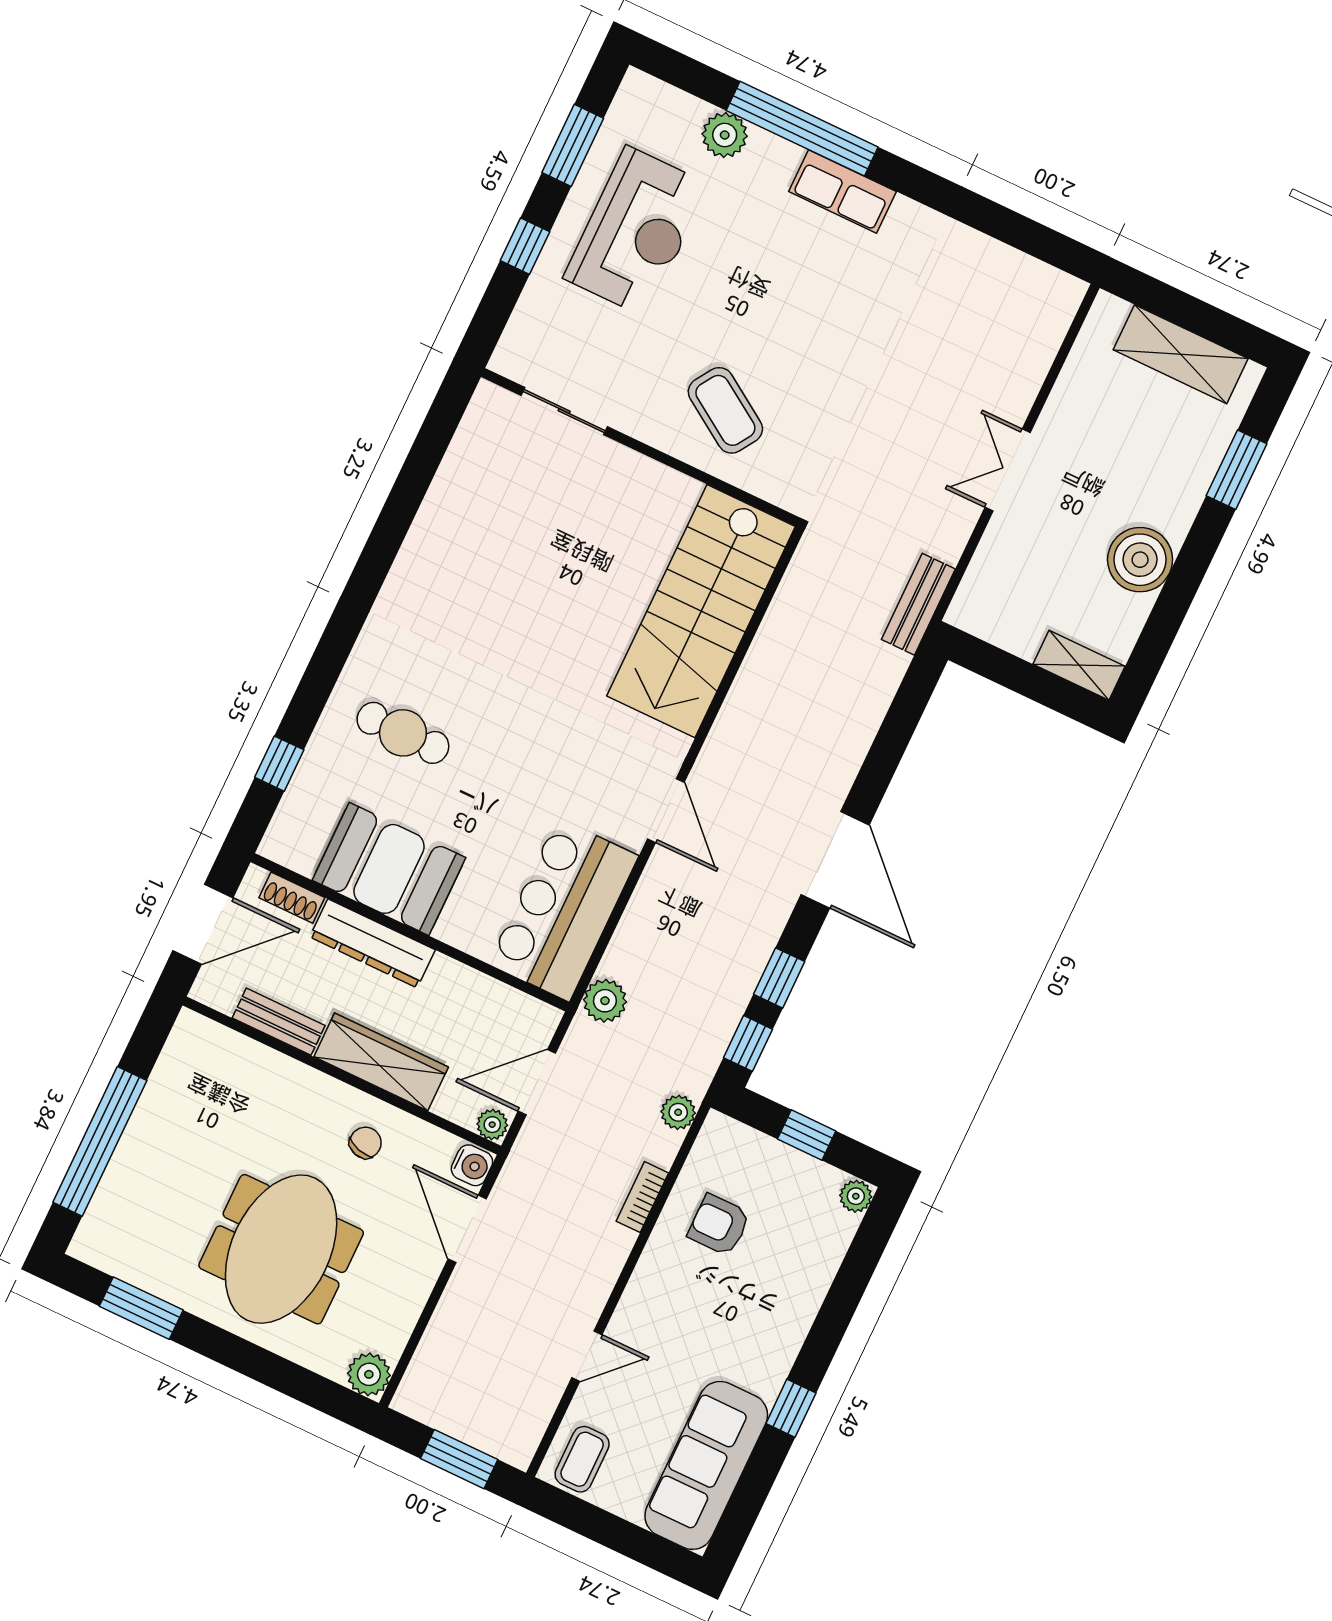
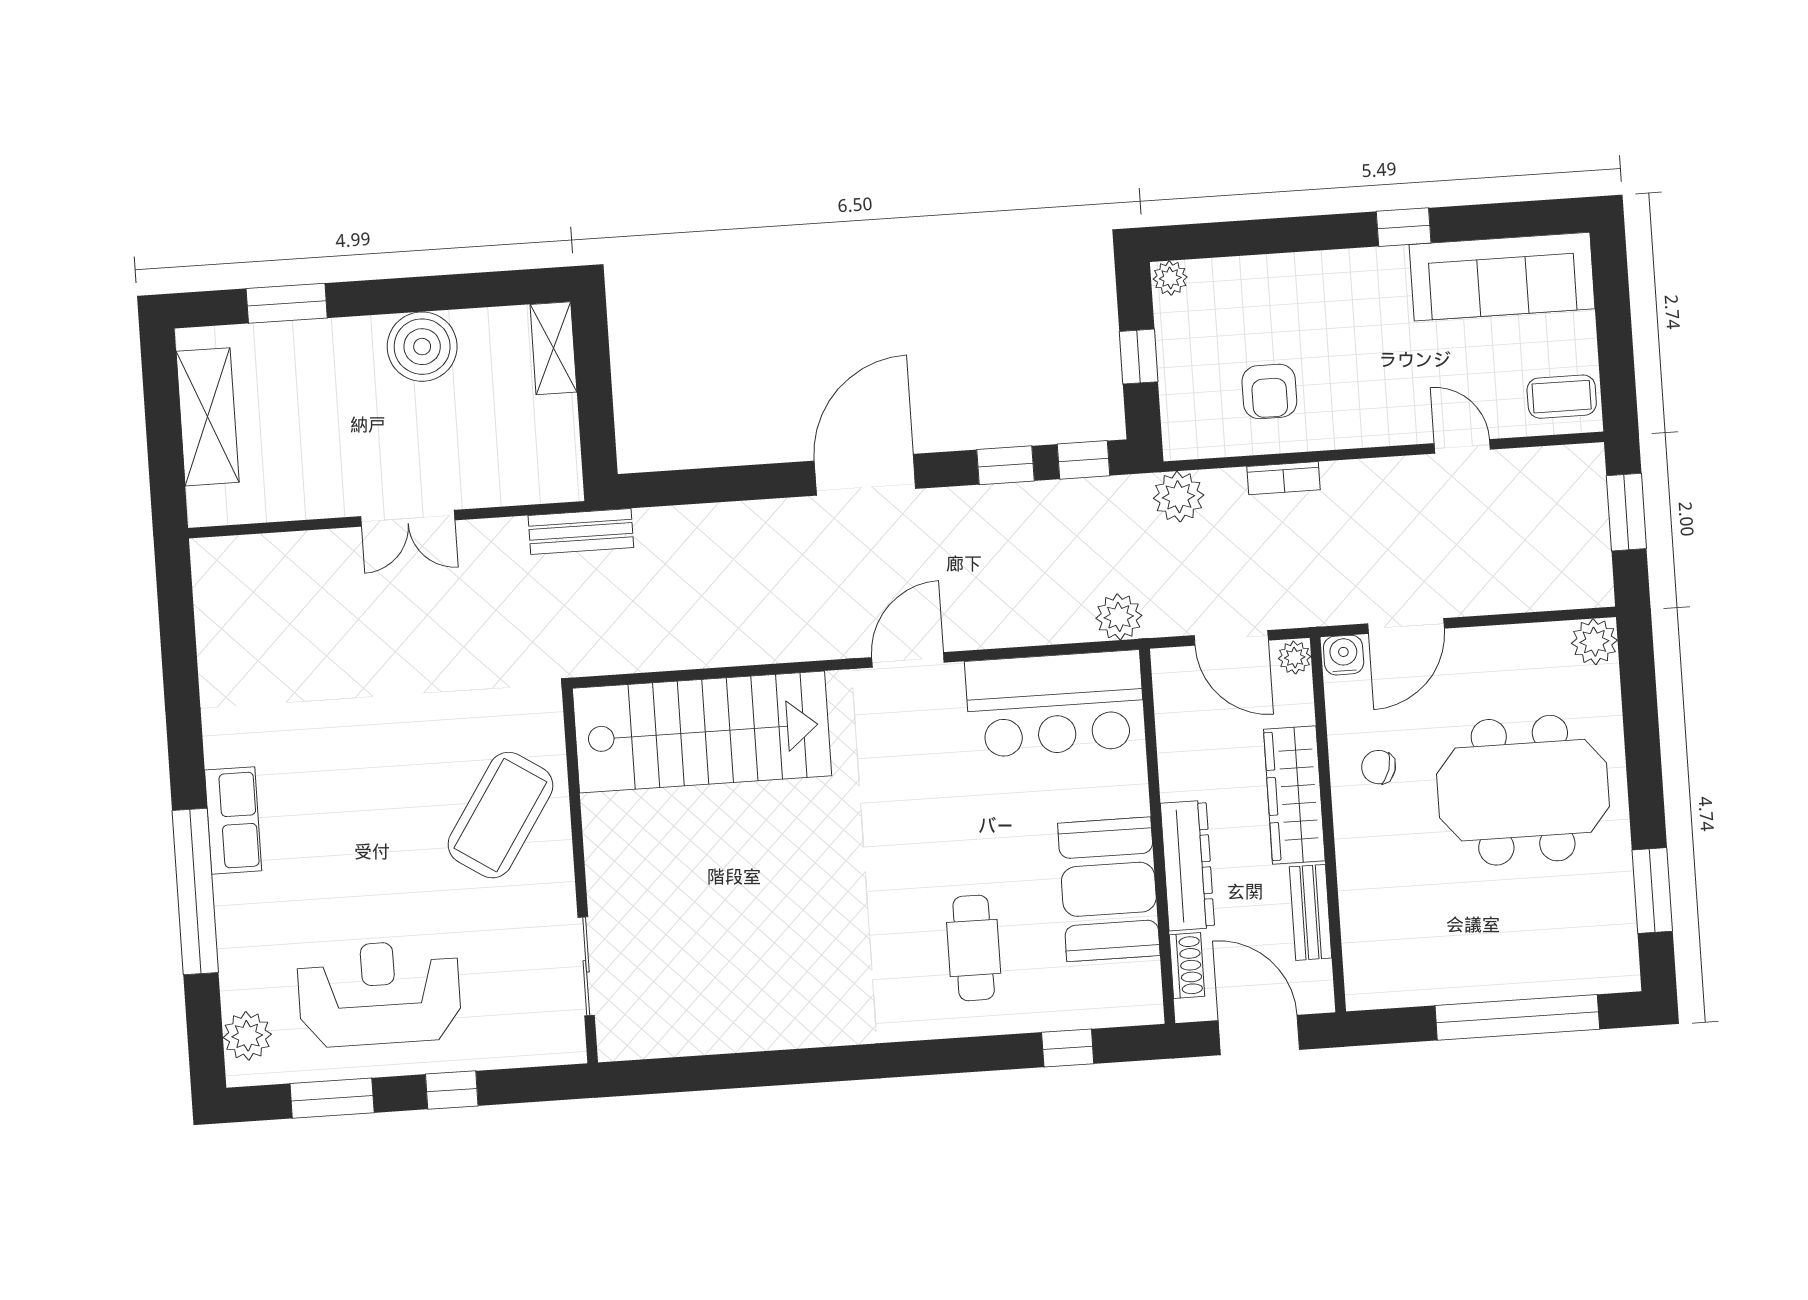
plant: (725, 135) -> (247, 1036), moved
coffee table: (725, 410) -> (500, 815), width x1.36, depth x1.32
plant: (678, 1112) -> (1179, 497), width x1.38, depth x1.38

